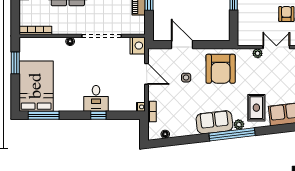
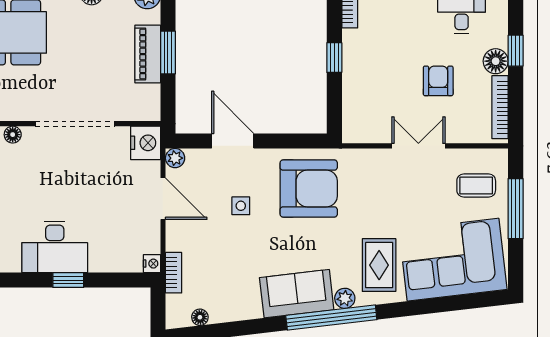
plant: (258, 53) -> (175, 158), moved
armchair: (221, 69) -> (309, 189), turned -90
desk: (96, 98) -> (55, 247), width x1.37

